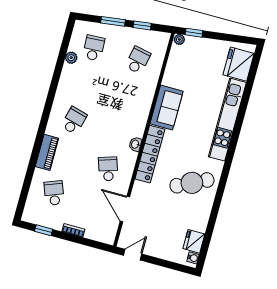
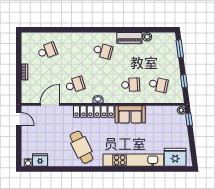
window: (113, 21) -> (180, 49), moved
school desk: (94, 48) -> (131, 85), moved
piano: (47, 152) -> (129, 38), moved
window: (44, 230) -> (19, 51), removed

